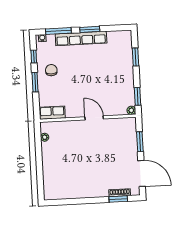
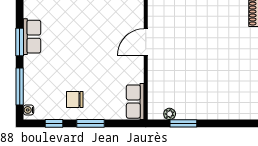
row of seats: (81, 39) -> (32, 37), width x0.50
window: (39, 147) -> (183, 123), added

